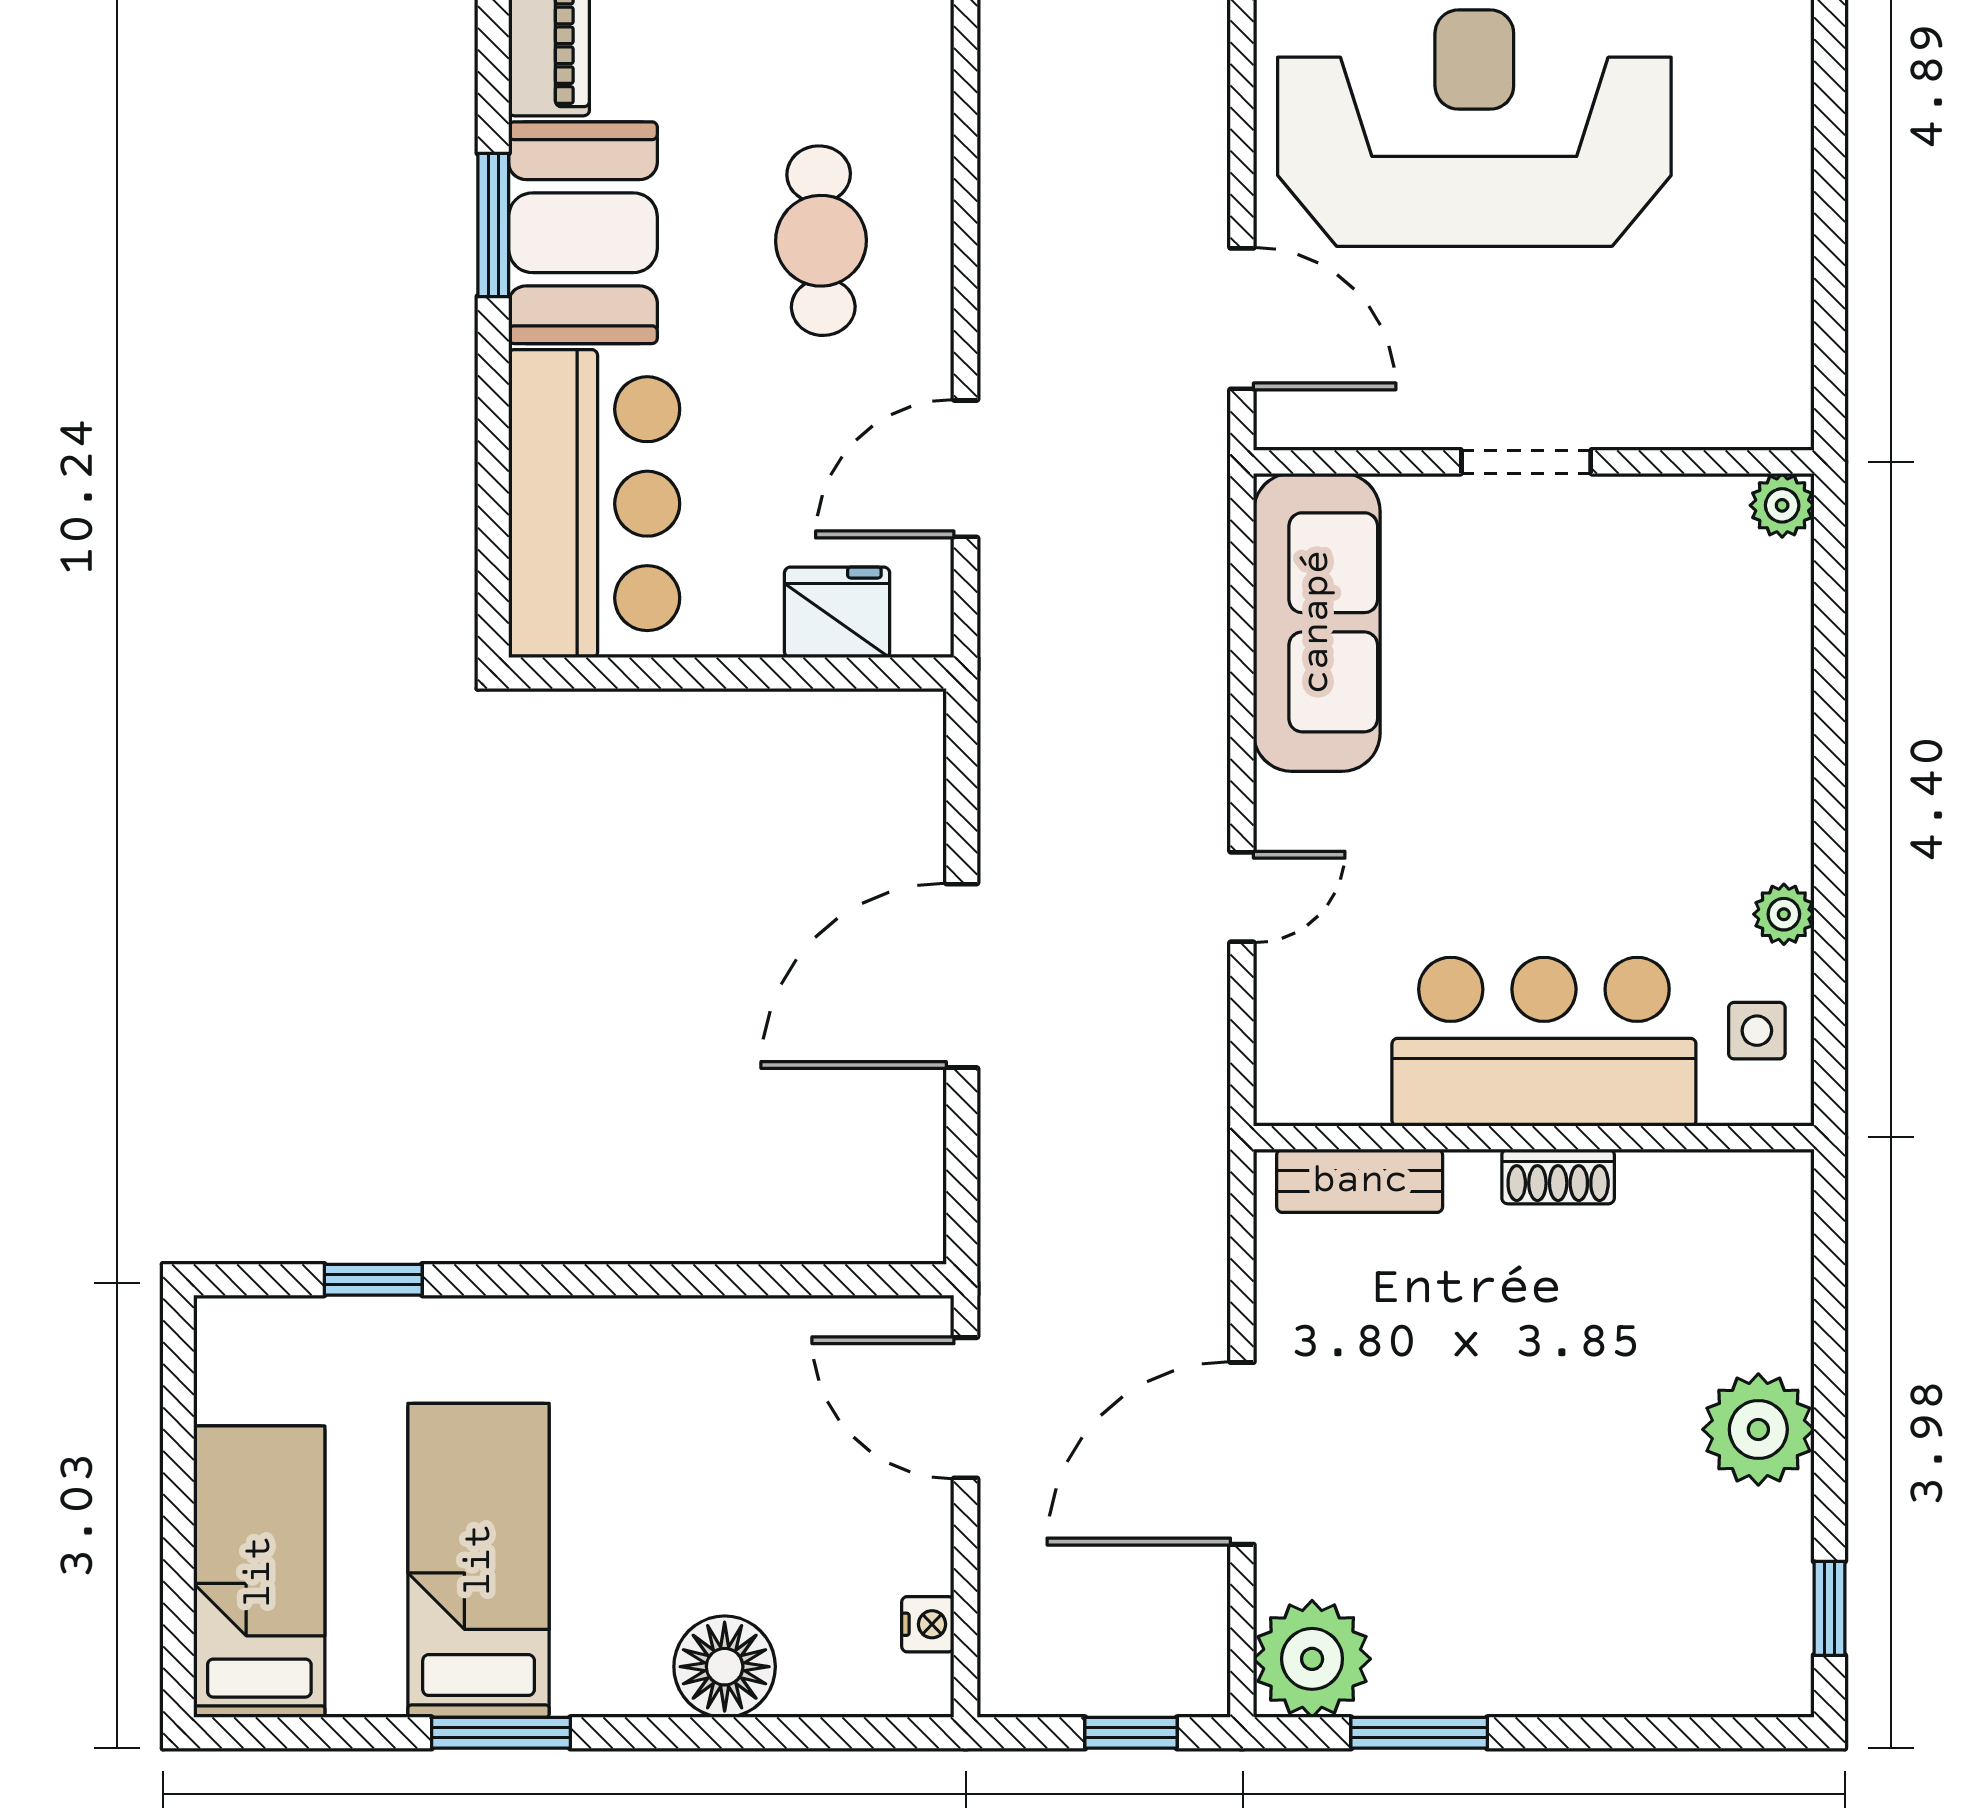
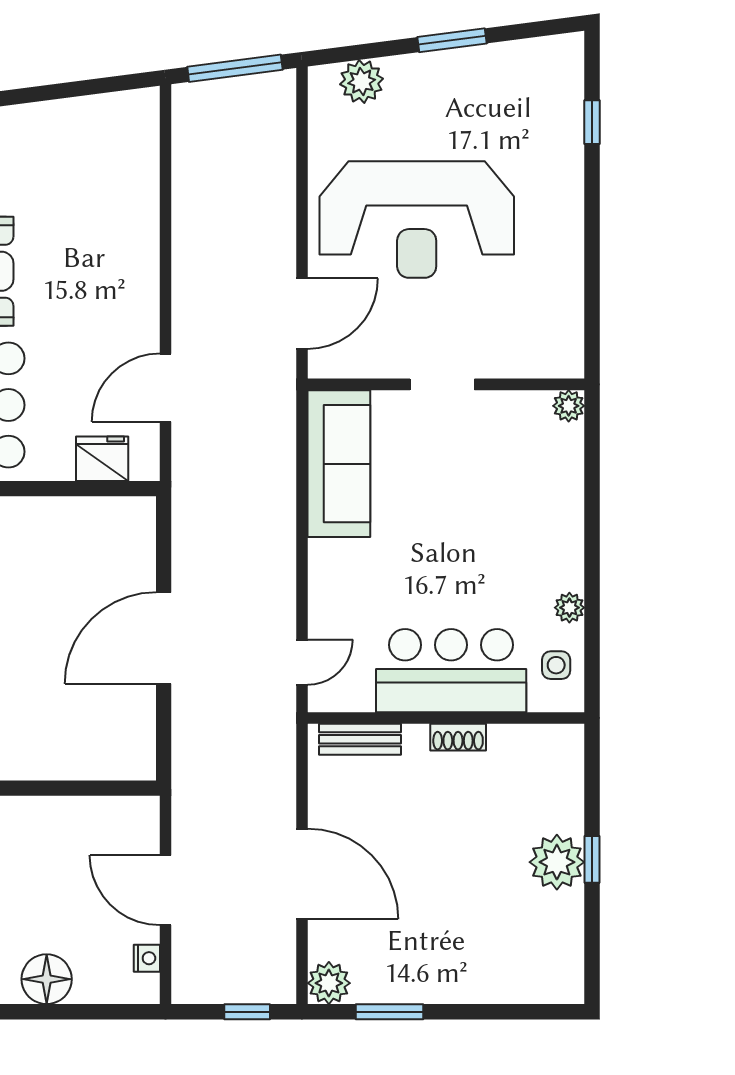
reception desk: (1474, 128) -> (417, 220), turned 180
cafe table: (821, 241) -> (94, 275), removed
door: (1242, 319) -> (302, 314), hinge flipped
door: (1242, 897) -> (302, 662), moved
door: (966, 1408) -> (166, 890), moved
door: (1242, 1453) -> (302, 874), swing flipped
window: (1829, 1608) -> (592, 859), moved
plant: (1312, 1659) -> (329, 983), width x0.73, depth x0.73

